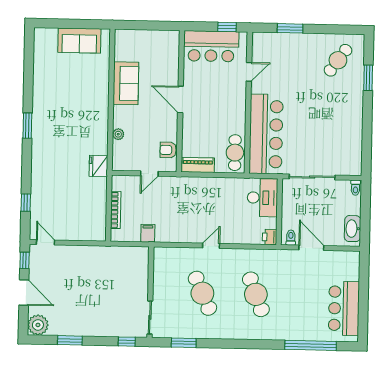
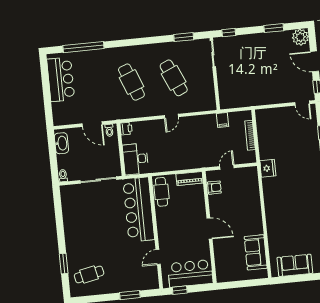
cafe table: (338, 60) -> (89, 274), turned 42
sofa: (126, 83) -> (256, 252), moved
plant: (118, 134) -> (255, 195), removed

